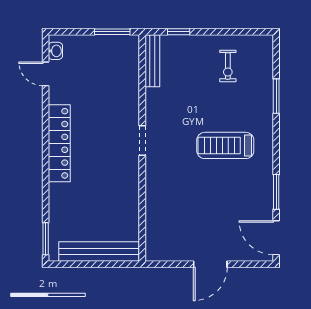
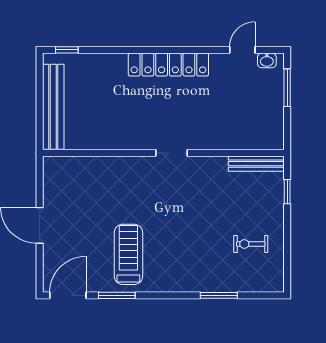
window: (112, 32) -> (287, 88), moved
treadmill: (225, 145) -> (128, 254), moved
window: (46, 239) -> (67, 50), width x0.67

